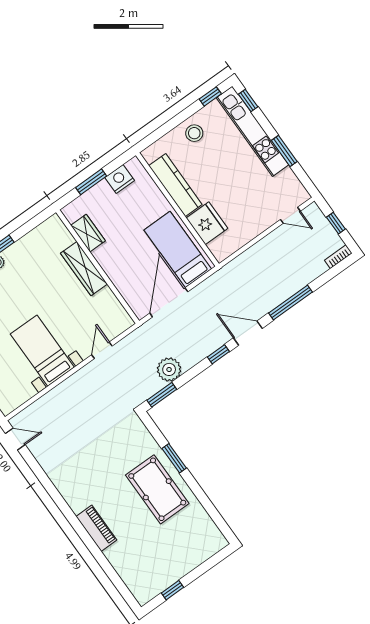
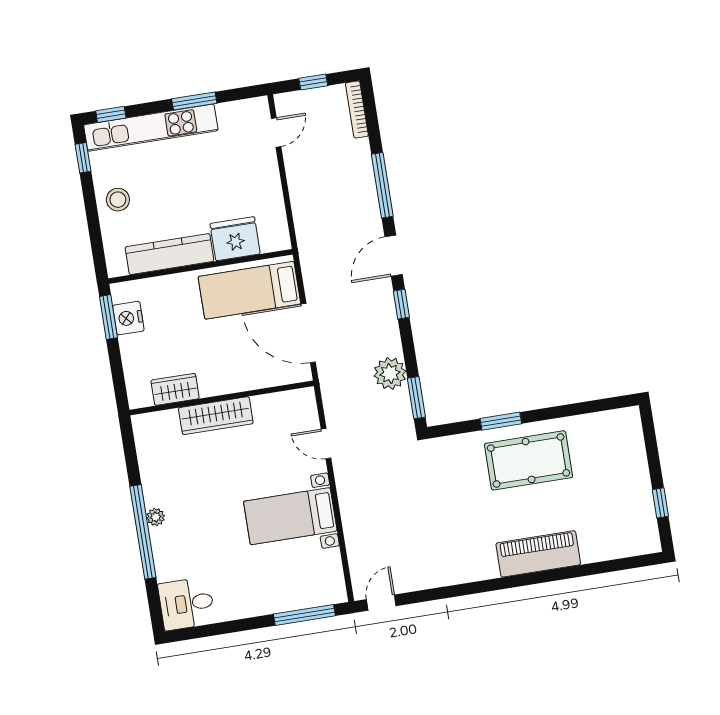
window: (91, 182) -> (109, 317), moved
bookcase: (338, 257) -> (357, 109), width x1.56
piano: (96, 528) -> (538, 554), width x1.37, depth x1.33

